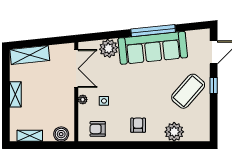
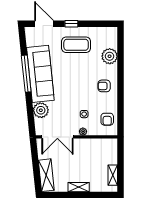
double door: (76, 69) -> (57, 137), swing flipped
coffee table: (188, 91) -> (76, 45), turned -41
boiler: (61, 134) -> (111, 149), removed

